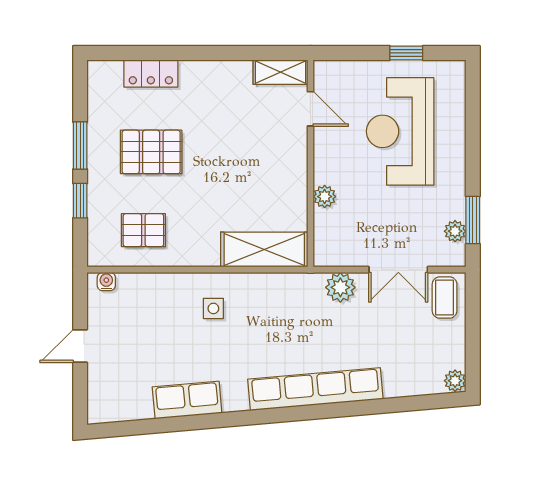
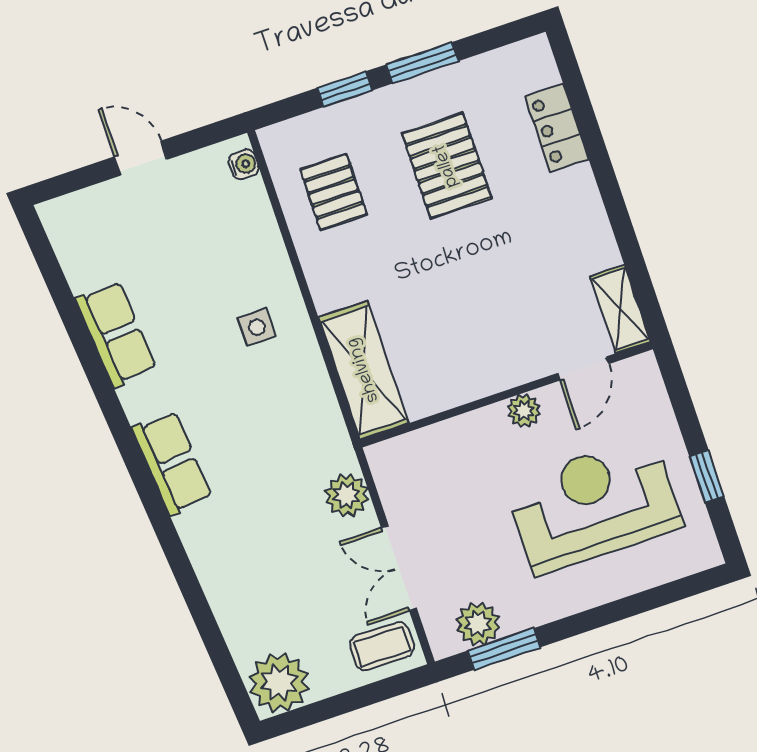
plant: (325, 197) -> (524, 411), moved
plant: (455, 231) -> (478, 624), width x1.38, depth x1.38
plant: (455, 381) -> (279, 682), width x1.88, depth x1.88
row of seats: (315, 389) -> (172, 463), width x0.50

